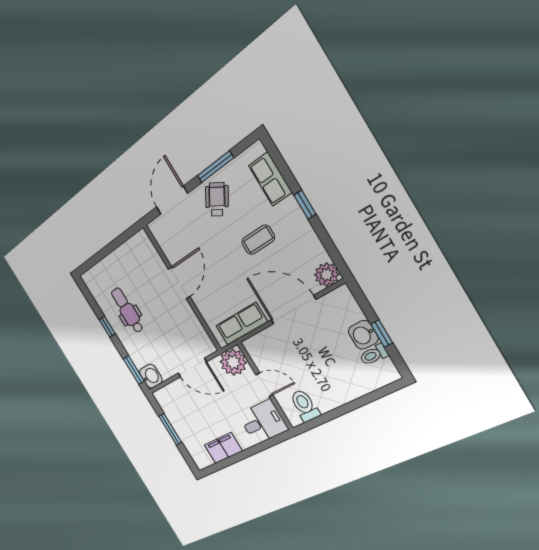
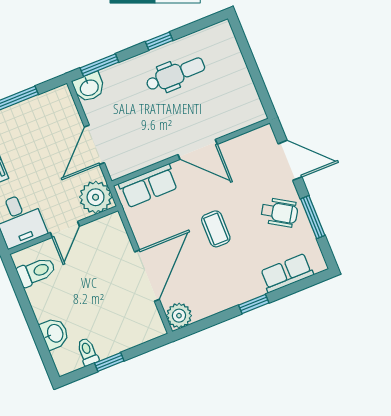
coffee table: (258, 240) -> (216, 229), moved
row of seats: (242, 324) -> (148, 186), moved, turned 90
washbasin: (363, 335) -> (55, 334), moved, turned 90

